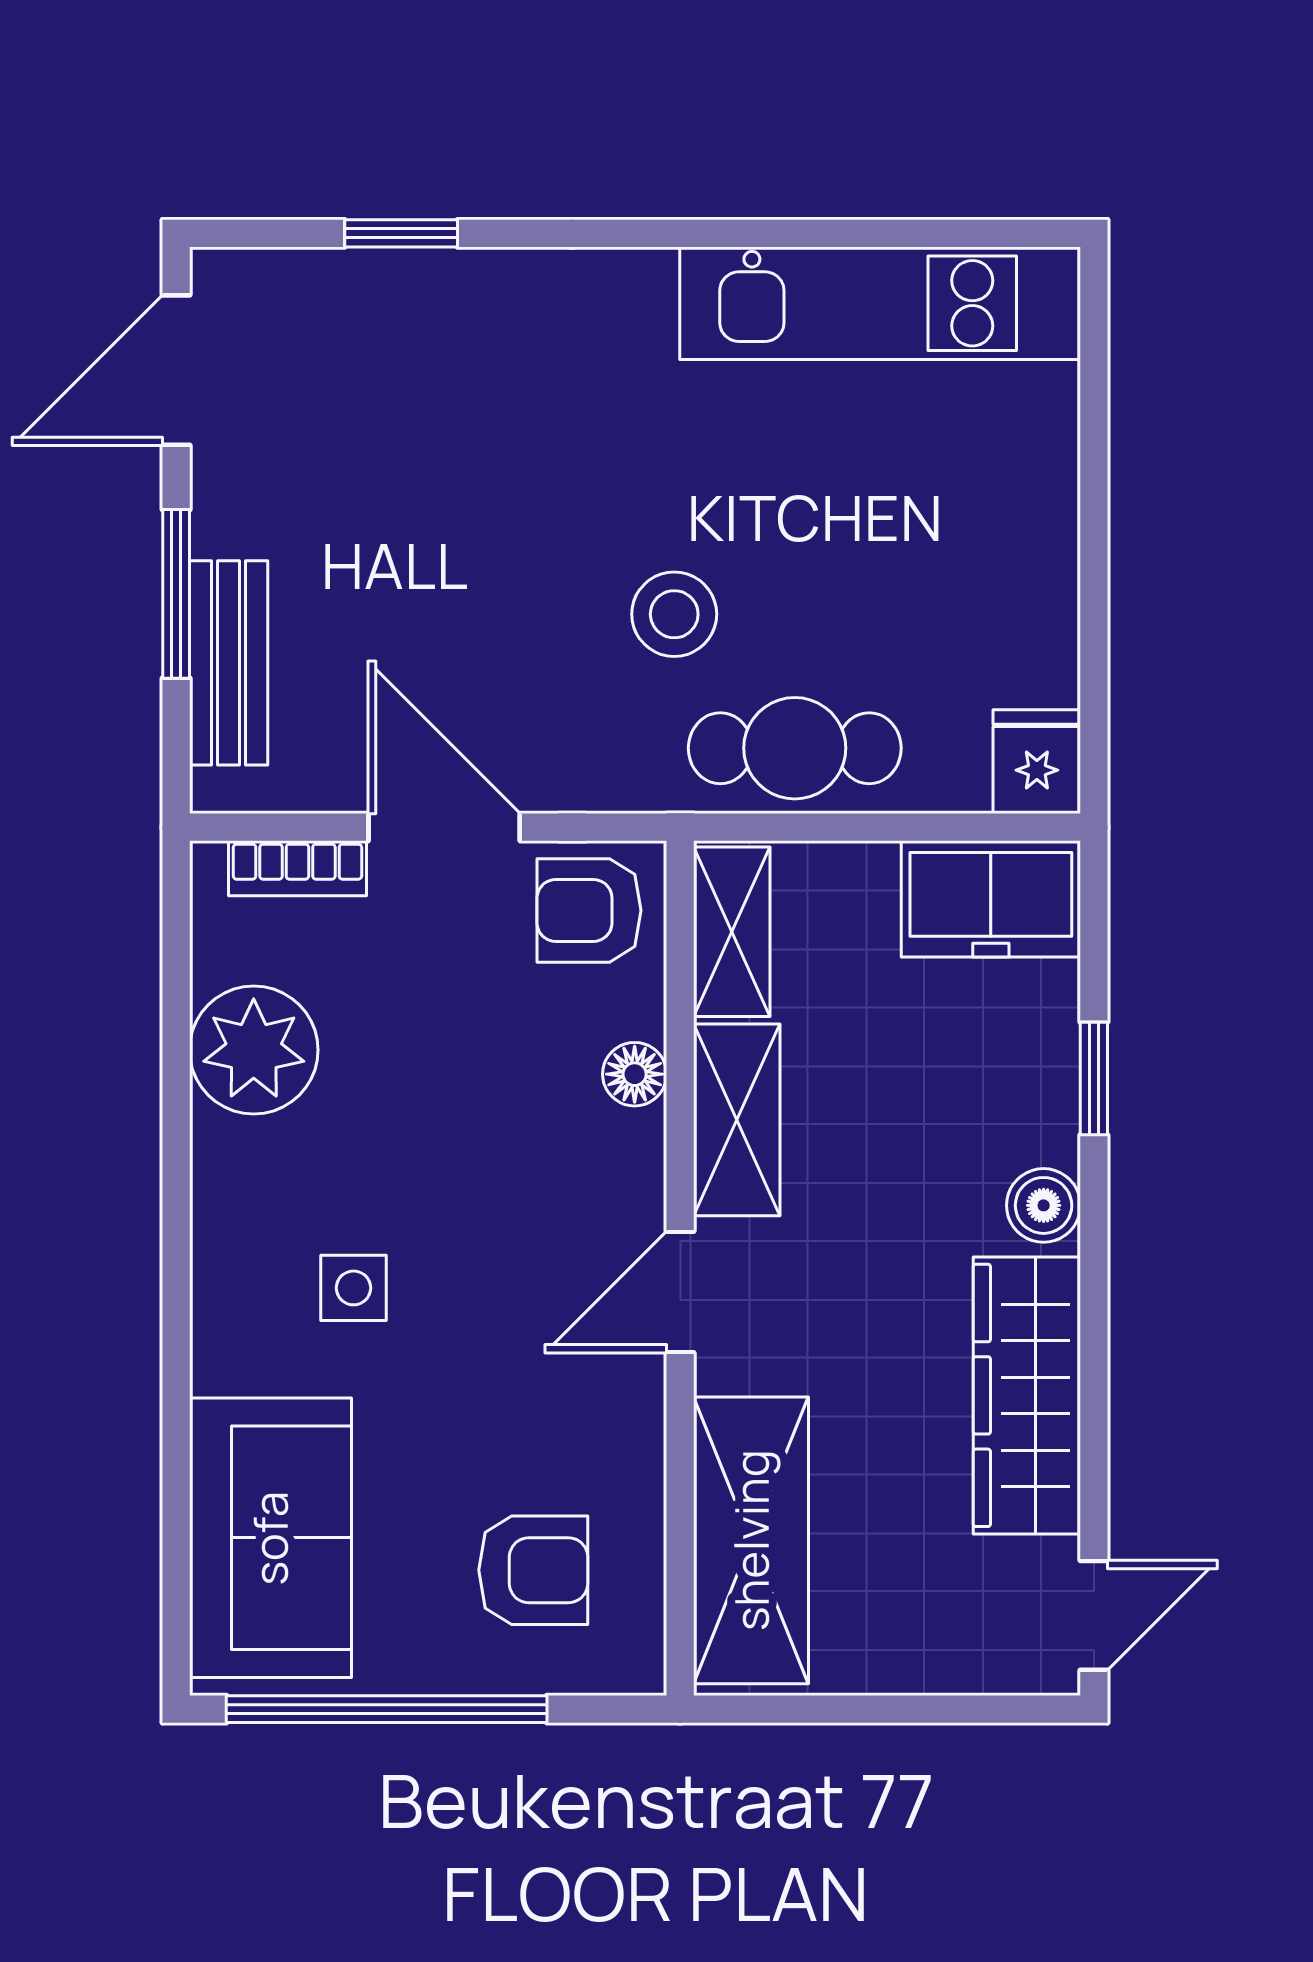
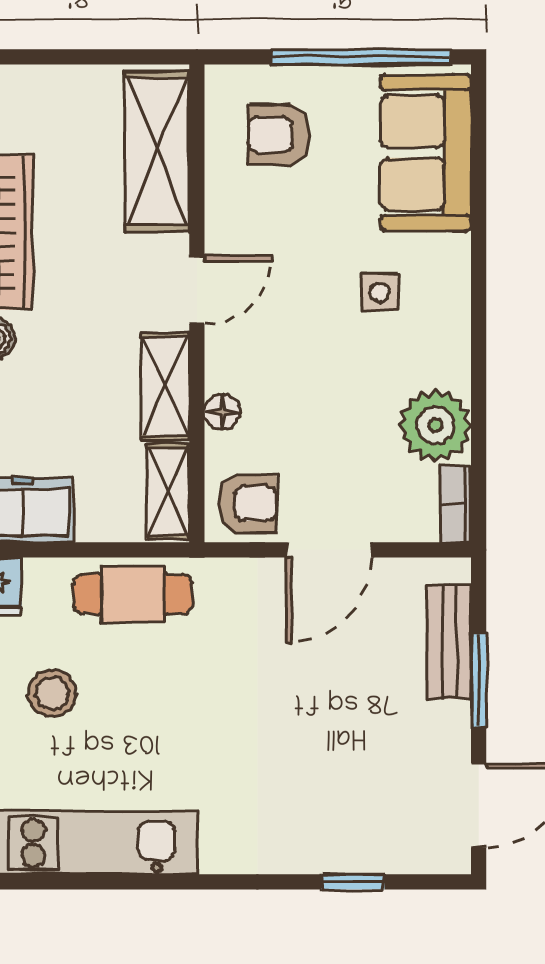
stool: (674, 614) -> (52, 693), moved
door: (444, 827) -> (329, 550), hinge flipped
bookcase: (297, 868) -> (456, 504), moved, turned -90

